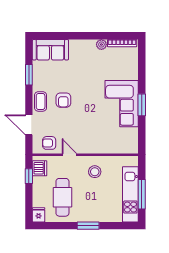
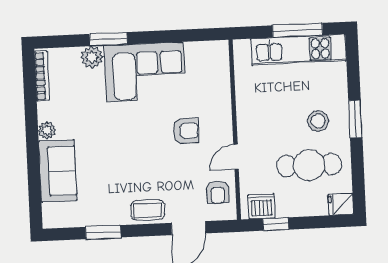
plant: (101, 45) -> (47, 130), moved
sofa: (50, 50) -> (58, 171), moved
plant: (132, 73) -> (92, 57), added
armchair: (63, 100) -> (186, 131), moved
window: (142, 105) -> (108, 39), moved
stool: (95, 172) -> (318, 121), moved

